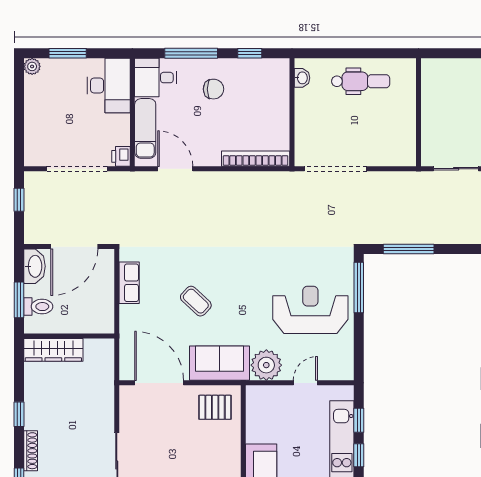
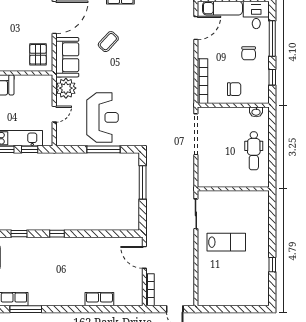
chair: (268, 111) -> (234, 89), added
window: (359, 288) -> (103, 149), moved
door: (305, 383) -> (54, 114), hinge flipped

